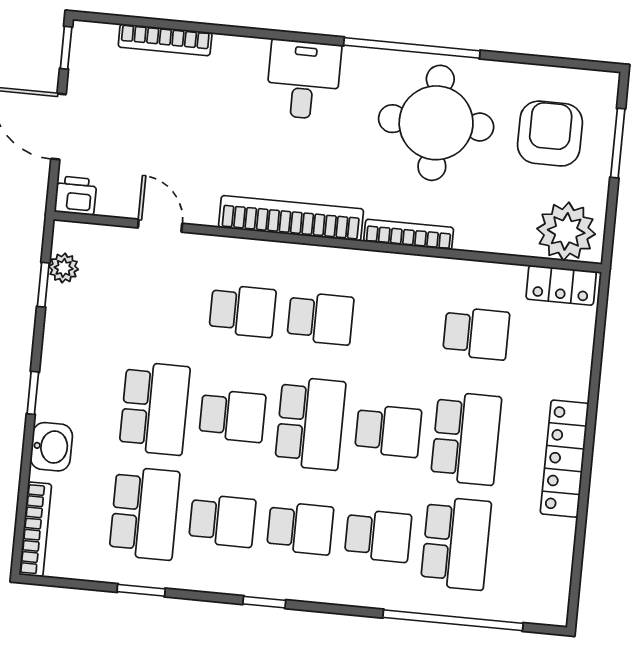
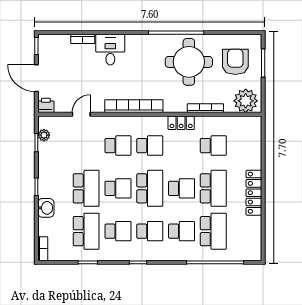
bookcase: (165, 40) -> (83, 39), width x0.64
desk: (303, 80) -> (110, 50), moved
door: (160, 226) -> (81, 114), hinge flipped
bookcase: (409, 234) -> (205, 108), moved
locker: (561, 285) -> (181, 123), moved
bookcase: (35, 529) -> (43, 249), width x0.64

